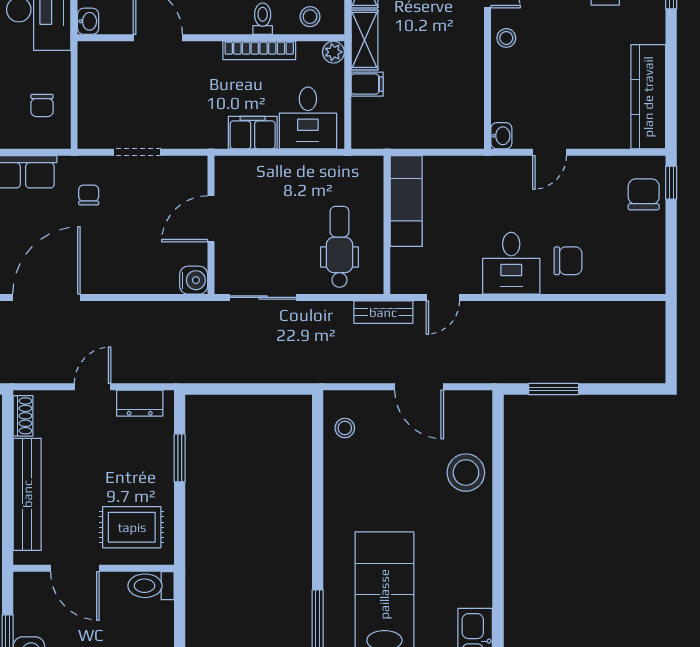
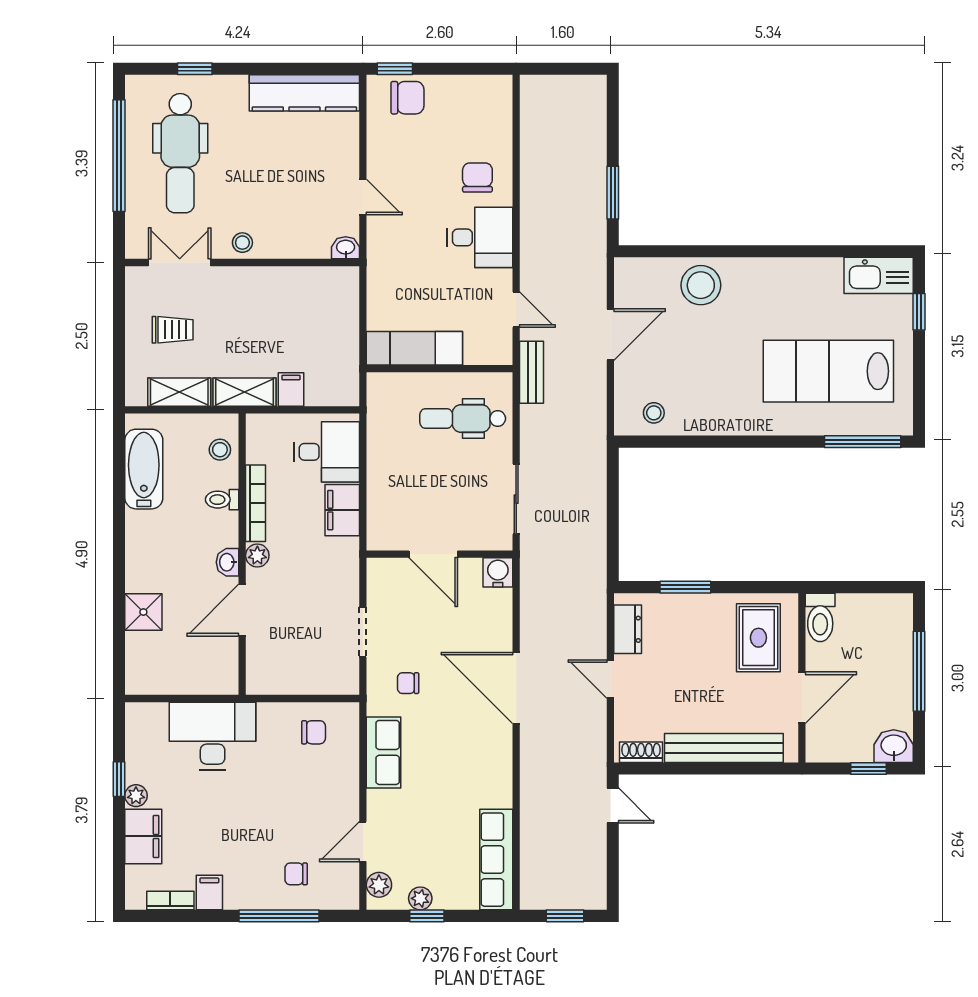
washbasin: (88, 21) -> (227, 562), moved, turned -90
plant: (333, 52) -> (257, 555), moved
chair: (644, 194) -> (407, 98), turned 180
door: (46, 297) -> (516, 688), moved

